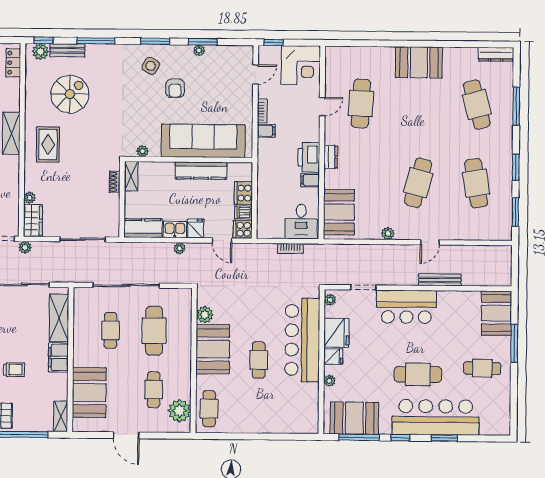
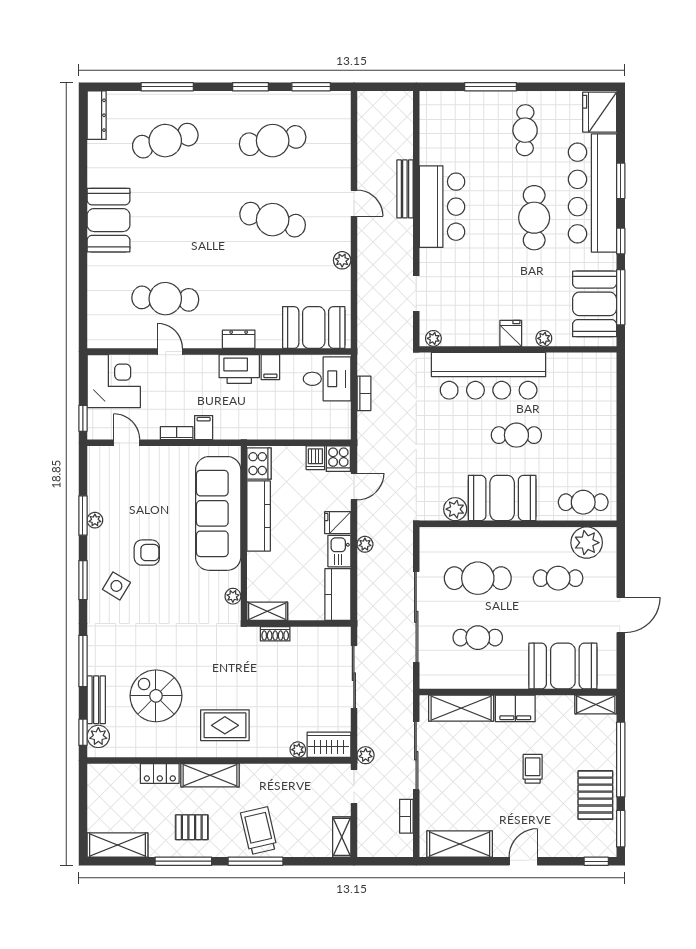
locker: (13, 63) -> (160, 773), moved
cooker: (243, 193) -> (259, 464), moved, turned -90
bar counter: (406, 307) -> (442, 207), moved
booth: (496, 313) -> (450, 111), removed
fridge: (336, 333) -> (600, 112), moved, turned -90

